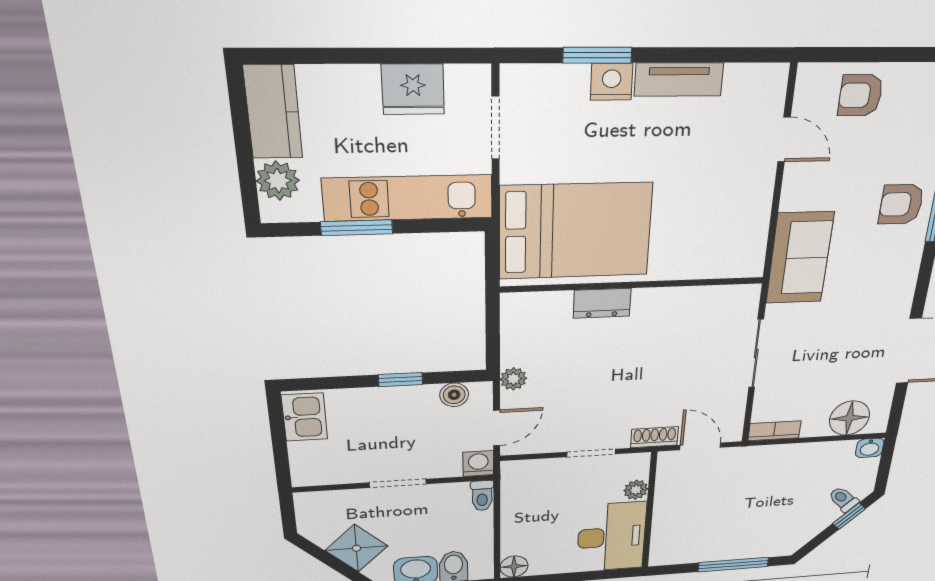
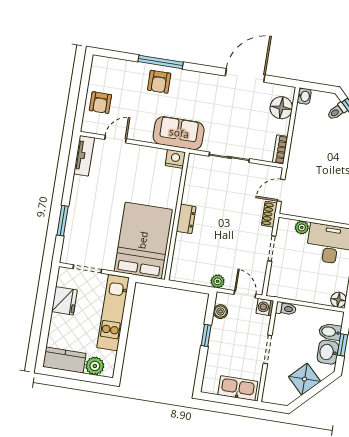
tv unit: (679, 80) -> (84, 156), moved
nightstand: (612, 82) -> (175, 159), moved, turned 90
window: (357, 228) -> (123, 338), removed
dresser: (602, 303) -> (186, 219), moved
kitchen sink: (304, 417) -> (238, 388), moved, width x1.38

